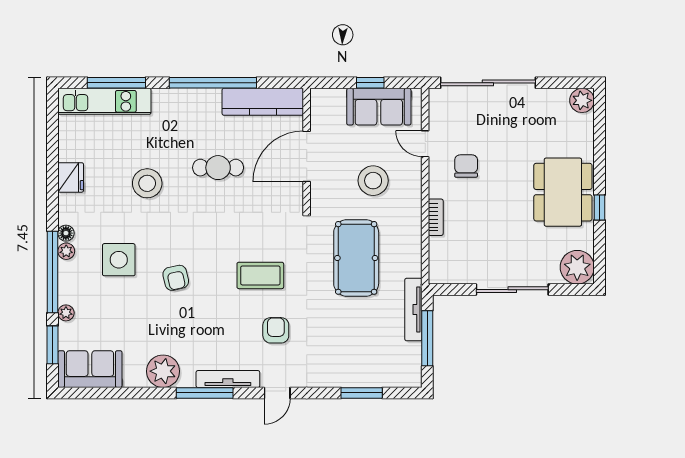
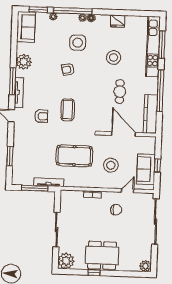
kitchen unit: (104, 101) -> (153, 47), width x1.36

